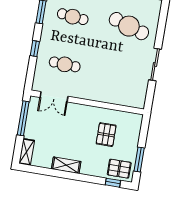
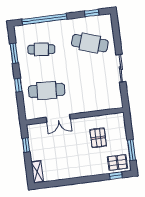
cafe table: (65, 64) -> (47, 91), width x1.37, depth x1.35
double door: (54, 97) -> (58, 118), moved
window: (23, 118) -> (26, 145), width x0.46
shelving: (66, 165) -> (73, 173), removed

